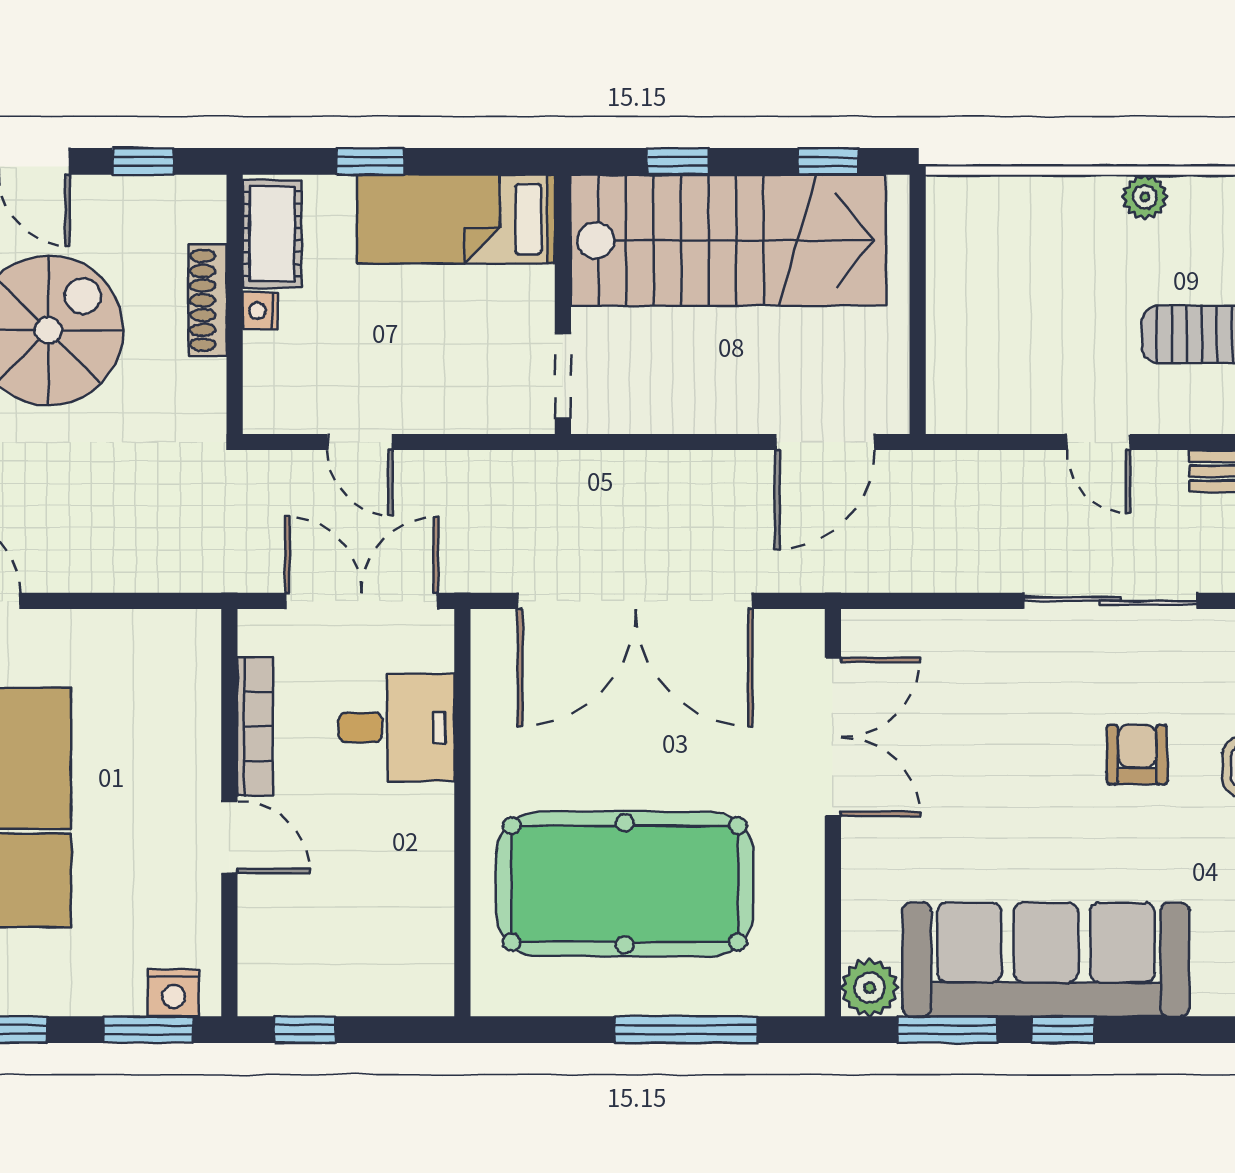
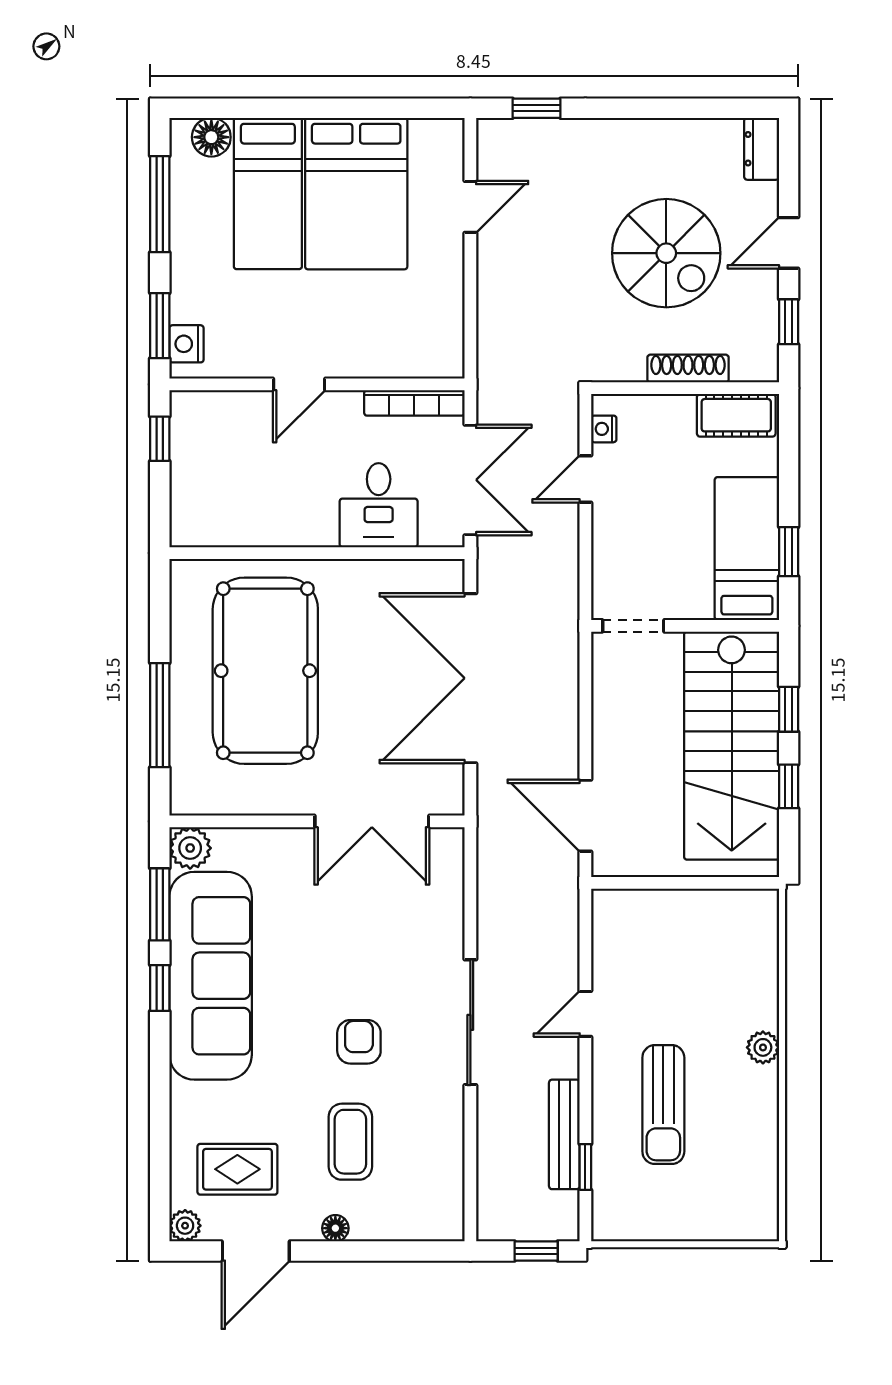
window: (371, 161) -> (789, 552), moved
window: (828, 161) -> (789, 786), moved
nightstand: (260, 311) -> (604, 429), moved, turned -90
bookcase: (255, 726) -> (414, 403), moved
armchair: (1137, 755) -> (359, 1042), turned -90

